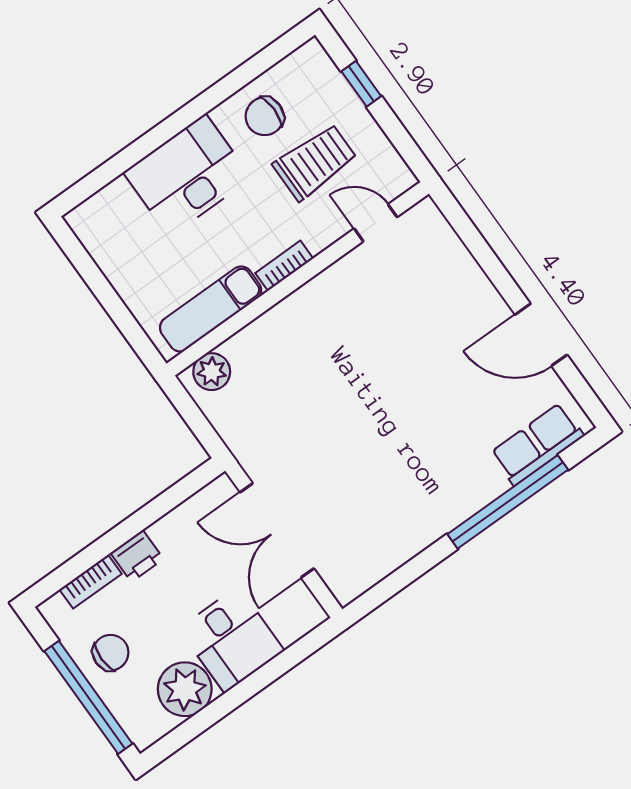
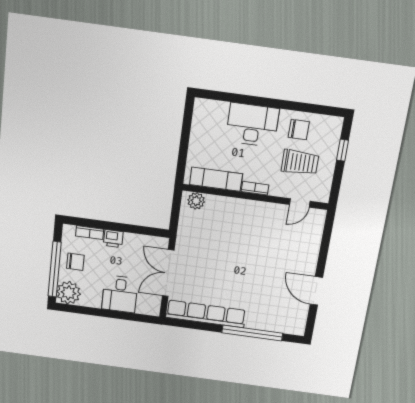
chair: (265, 116) -> (299, 130), turned 180
door: (376, 223) -> (300, 203), swing flipped
row of seats: (537, 444) -> (206, 314), moved, width x2.02
plant: (185, 689) -> (69, 293), moved

